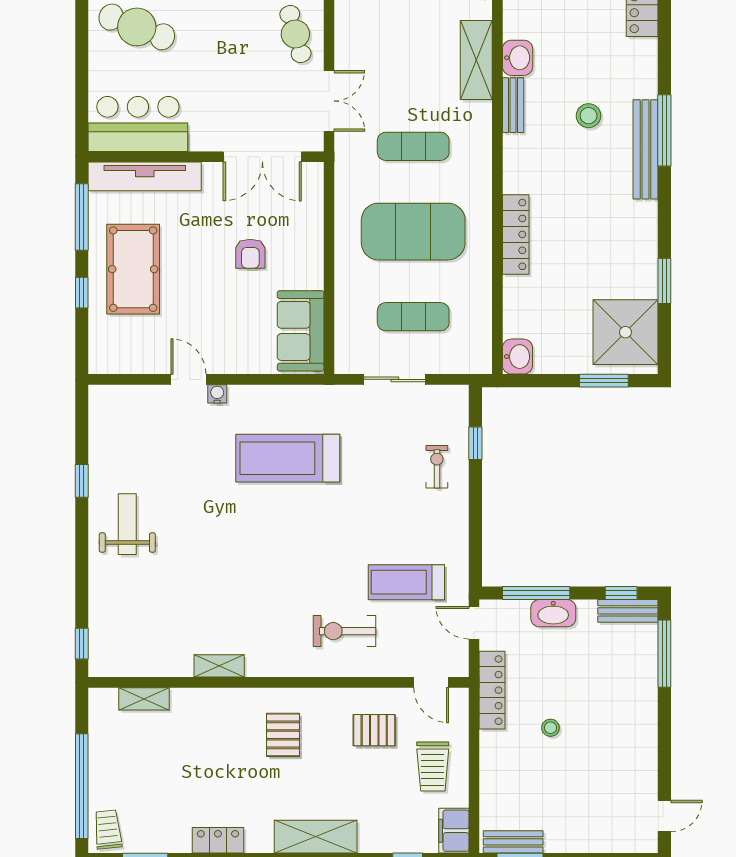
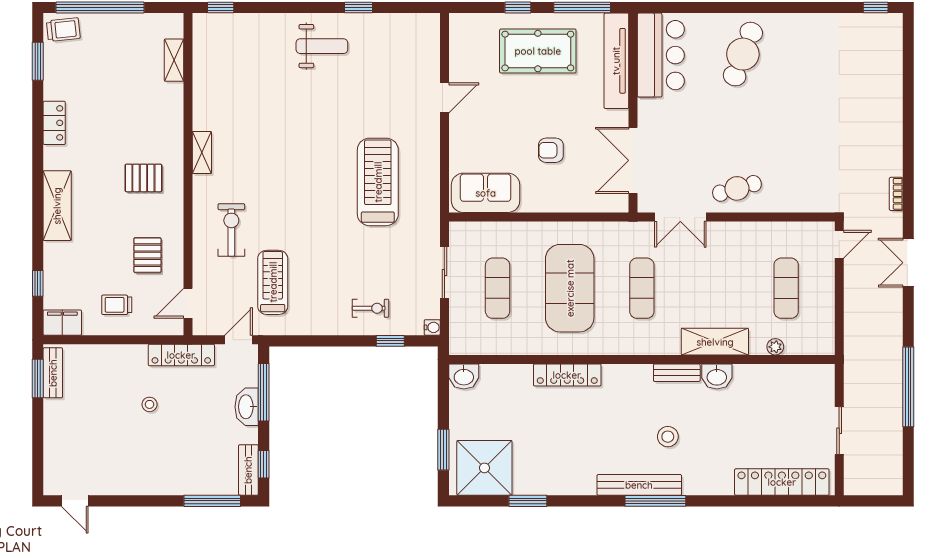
water cooler: (217, 394) -> (432, 327), moved
shelving: (219, 666) -> (202, 152), moved
trolley: (433, 767) -> (117, 305), width x0.73, depth x0.72

